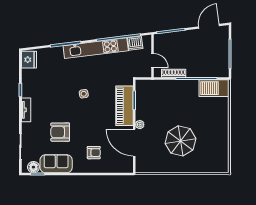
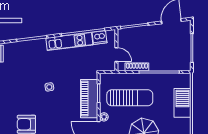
kitchen unit: (96, 48) -> (69, 41), width x0.73
barbecue: (214, 88) -> (182, 103), moved, turned 90
sun lounger: (166, 105) -> (130, 98), added

